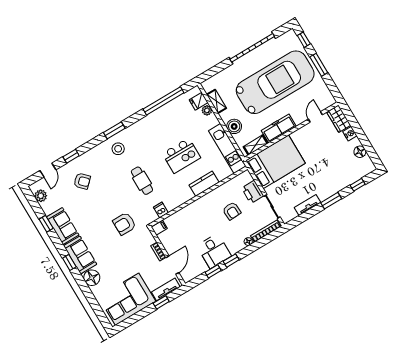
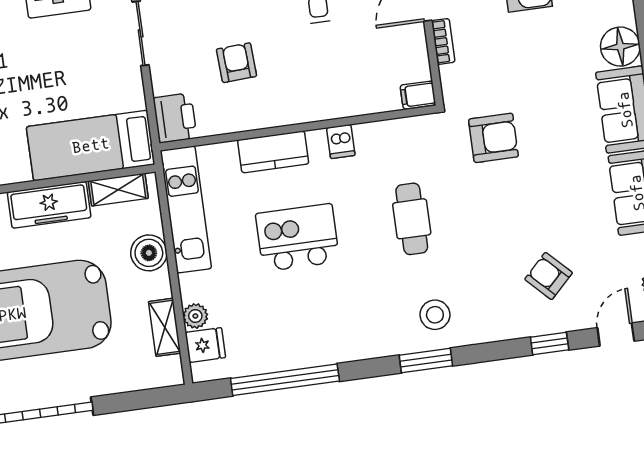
bed: (276, 162) -> (91, 145), width x0.67
printer: (253, 192) -> (175, 118), moved
dishwasher: (161, 210) -> (341, 142), moved

